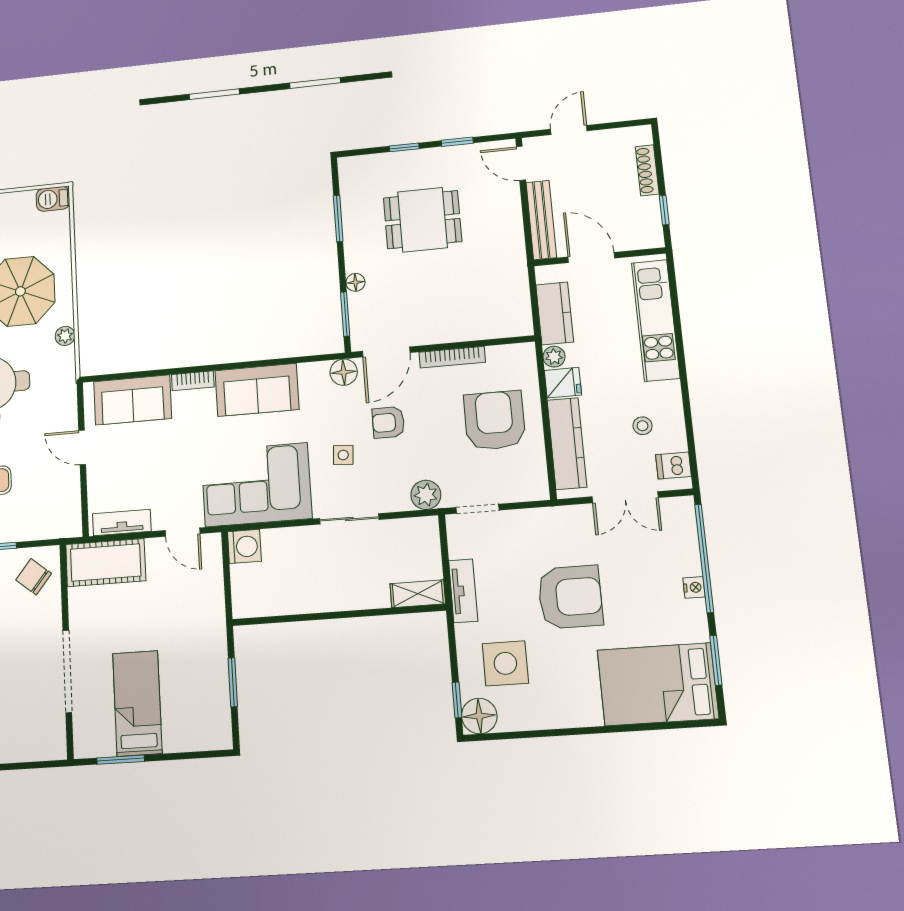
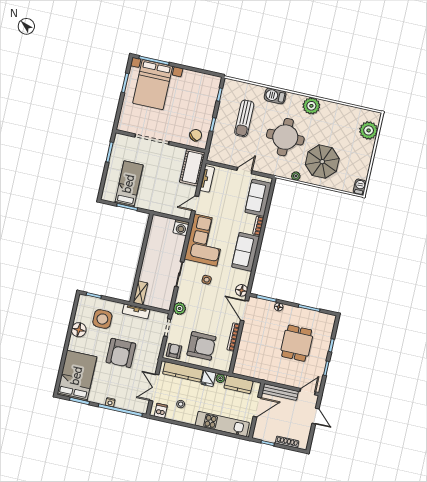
armchair: (388, 422) -> (174, 351), moved
bed: (137, 703) -> (129, 184), moved, turned -90
floor lamp: (479, 716) -> (79, 330), moved

